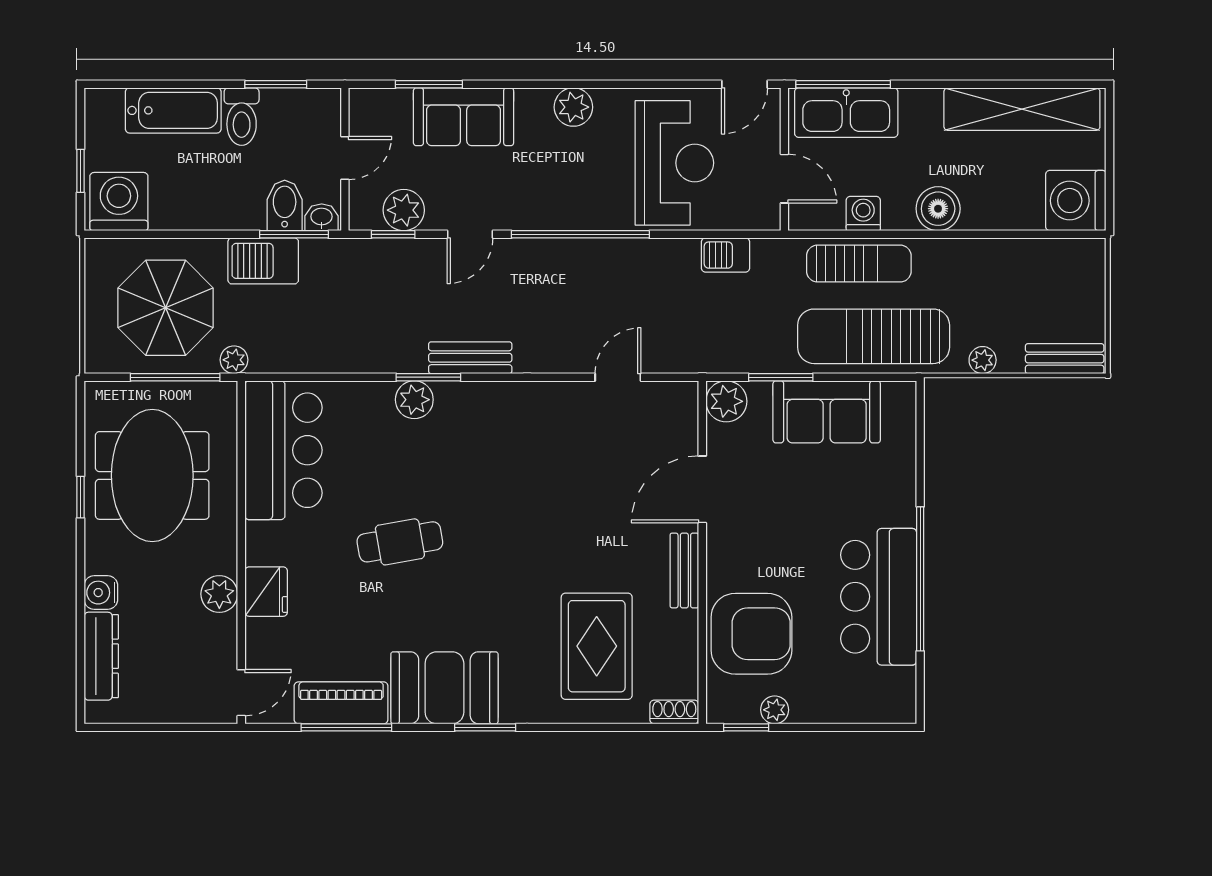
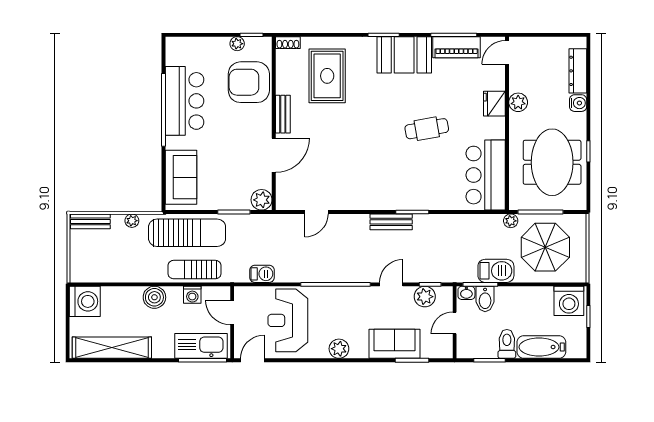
plant: (414, 400) -> (419, 201), removed
sofa: (827, 412) -> (181, 177), moved, turned 90

